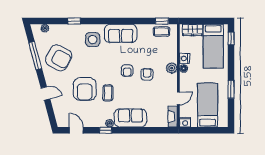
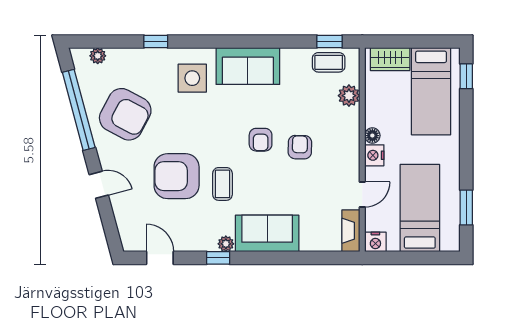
window: (35, 56) -> (79, 110), width x1.46
nightstand: (185, 59) -> (374, 155), moved
plant: (172, 68) -> (349, 96), moved
armchair: (85, 89) -> (177, 176), turned 90
window: (231, 89) -> (466, 208), moved

